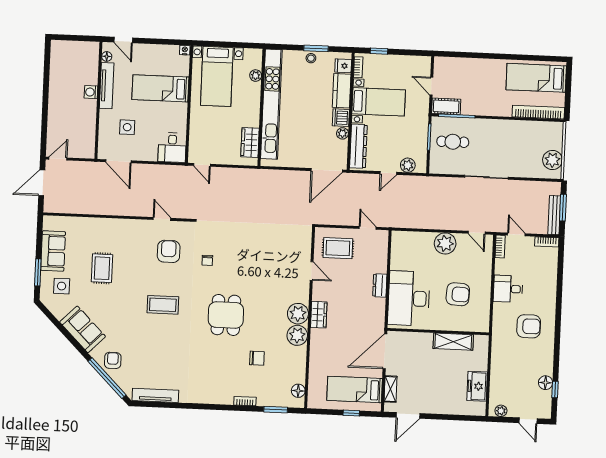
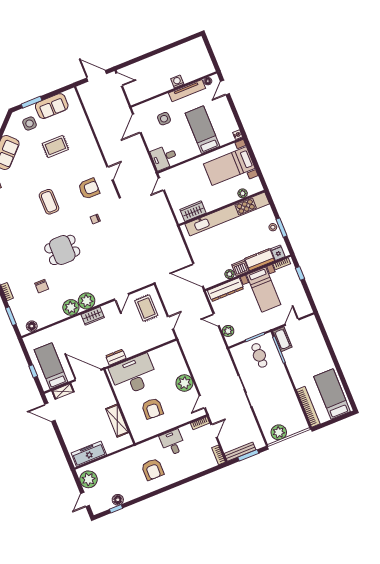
dresser: (380, 285) -> (116, 357), moved
freezer: (477, 386) -> (89, 454), width x1.40
plant: (501, 411) -> (88, 479), width x1.87, depth x1.87

